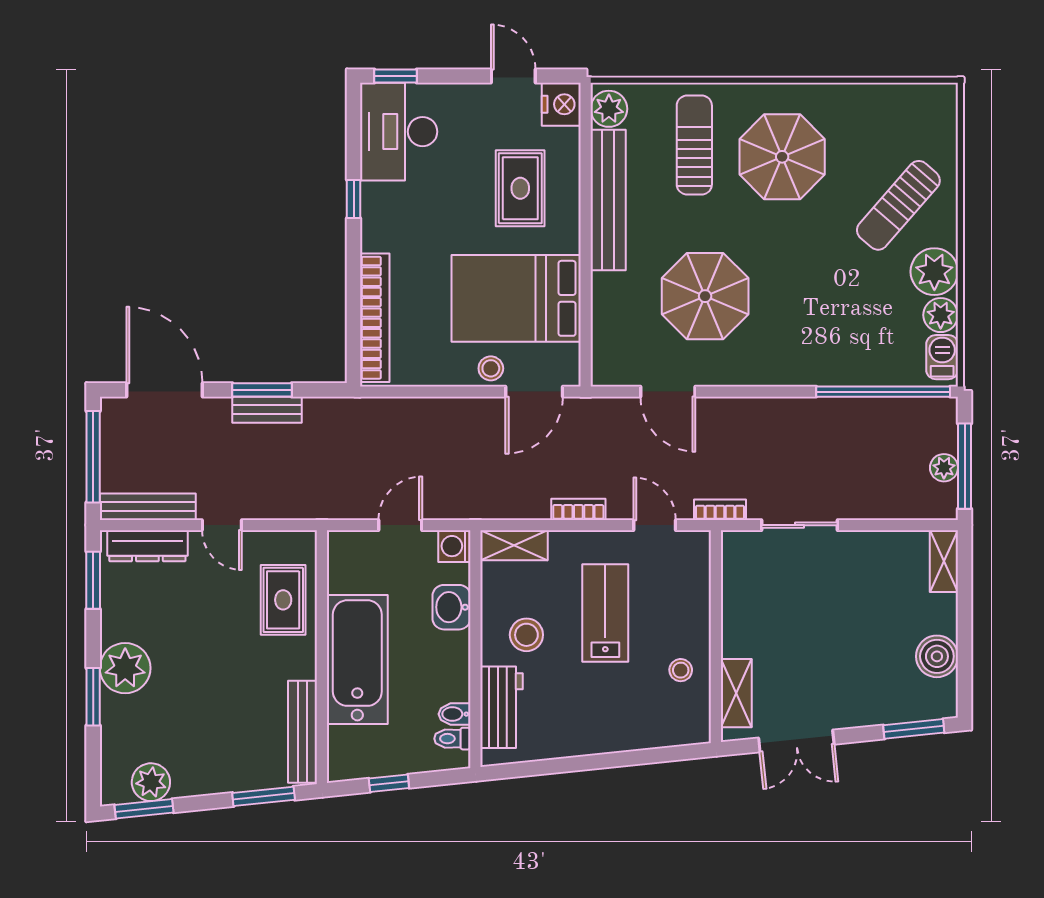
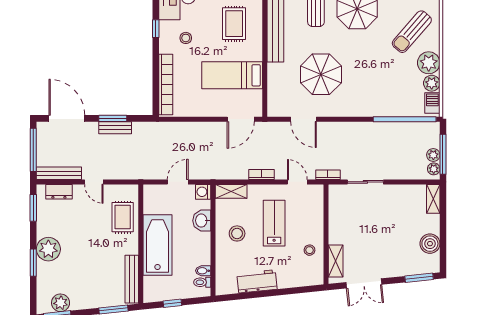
bed: (516, 298) -> (232, 75), width x0.67
stool: (491, 368) -> (186, 38), moved
plant: (945, 497) -> (434, 169), added
dresser: (147, 546) -> (59, 192), width x0.70
workbench: (502, 707) -> (257, 281), moved, turned -96

